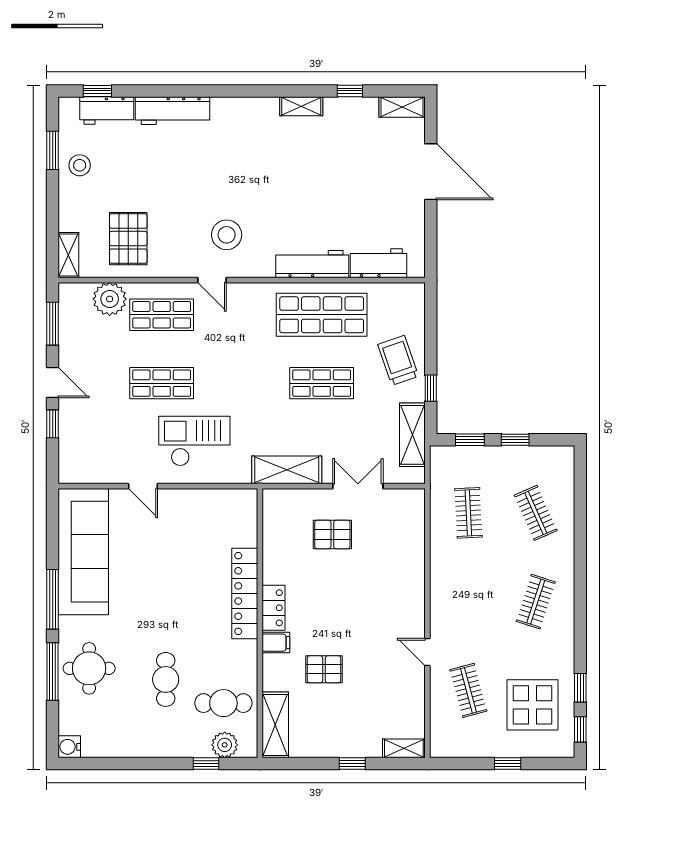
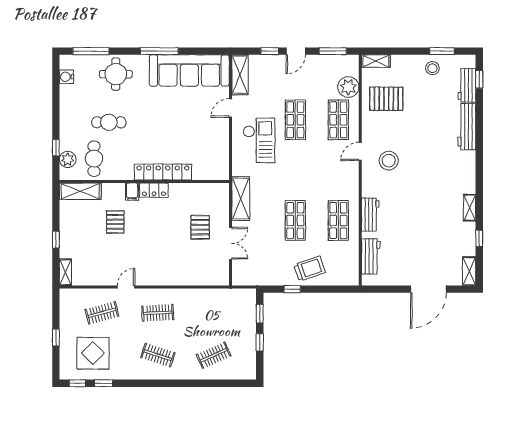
workbench: (312, 264) -> (370, 215), width x0.73
shop shelf: (322, 315) -> (338, 220), width x0.70, depth x0.74
shelving: (412, 435) -> (240, 75), moved, turned 90
clothes rail: (468, 513) -> (158, 313), moved
window: (53, 671) -> (91, 51), moved
water cooler: (69, 747) -> (66, 77), moved, turned -90

